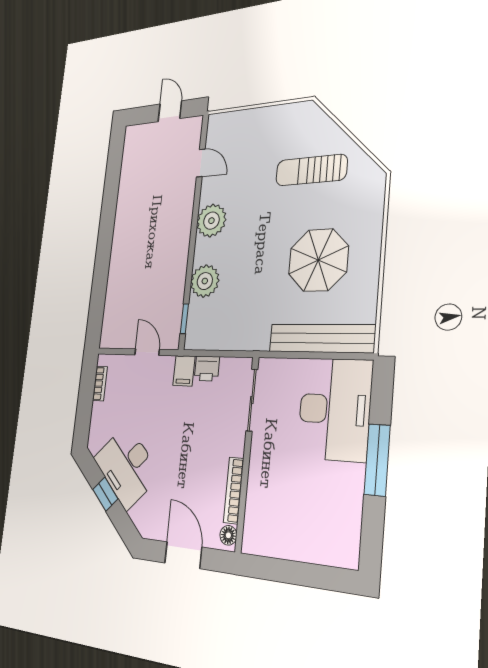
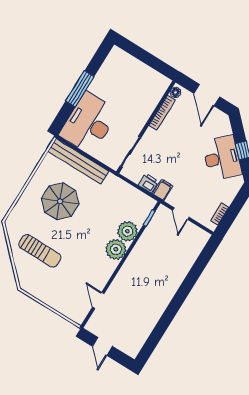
plant: (211, 221) -> (116, 249), moved

